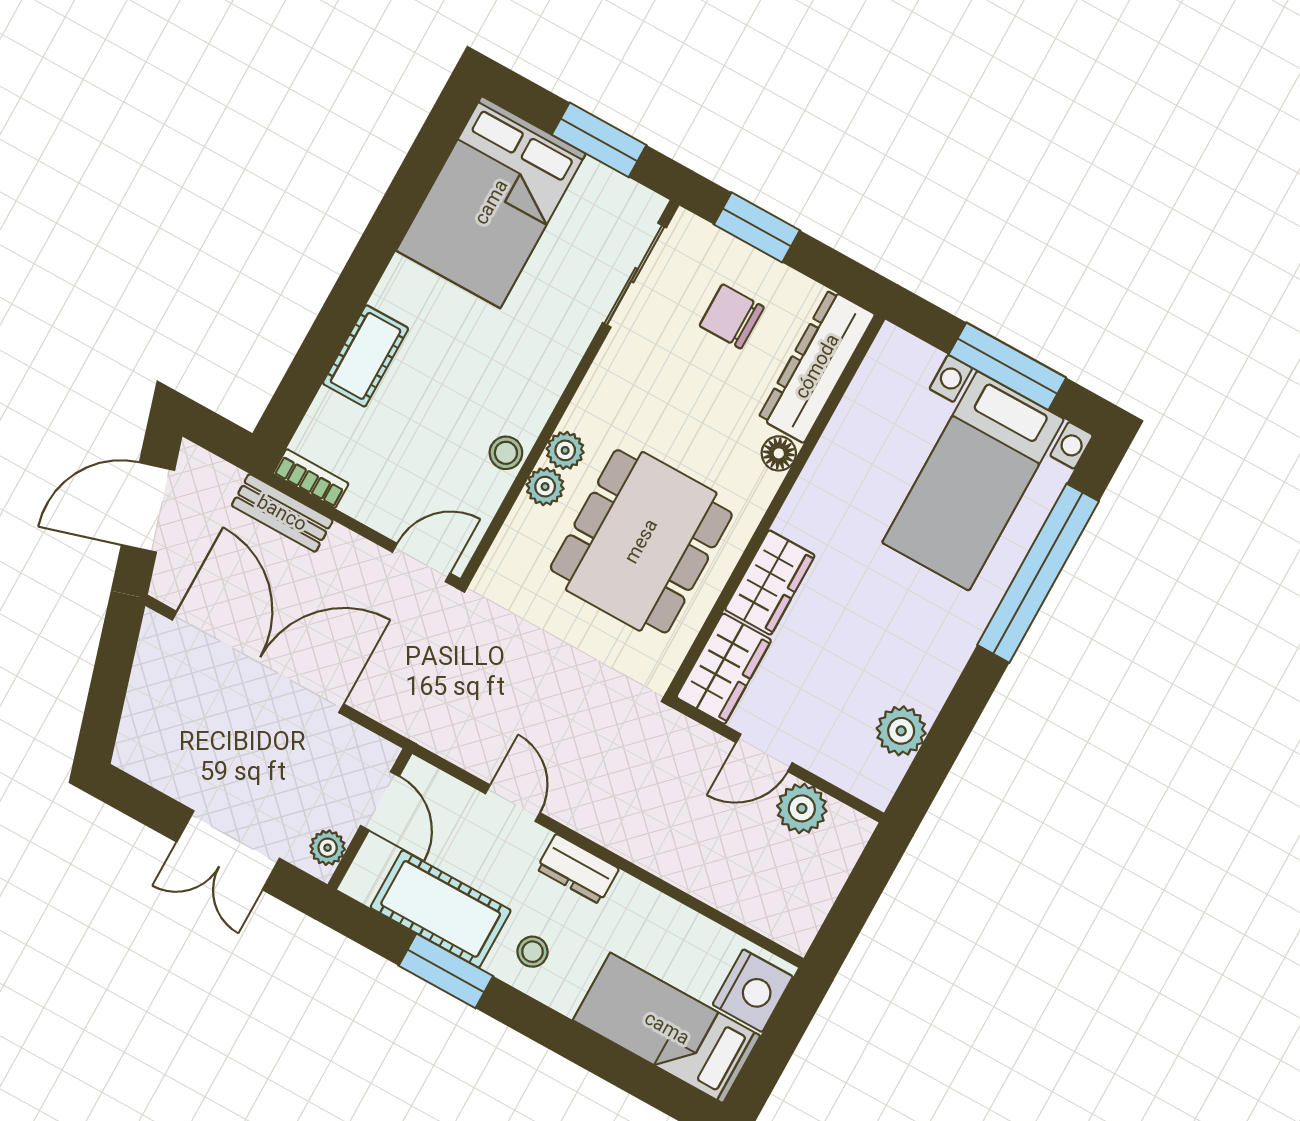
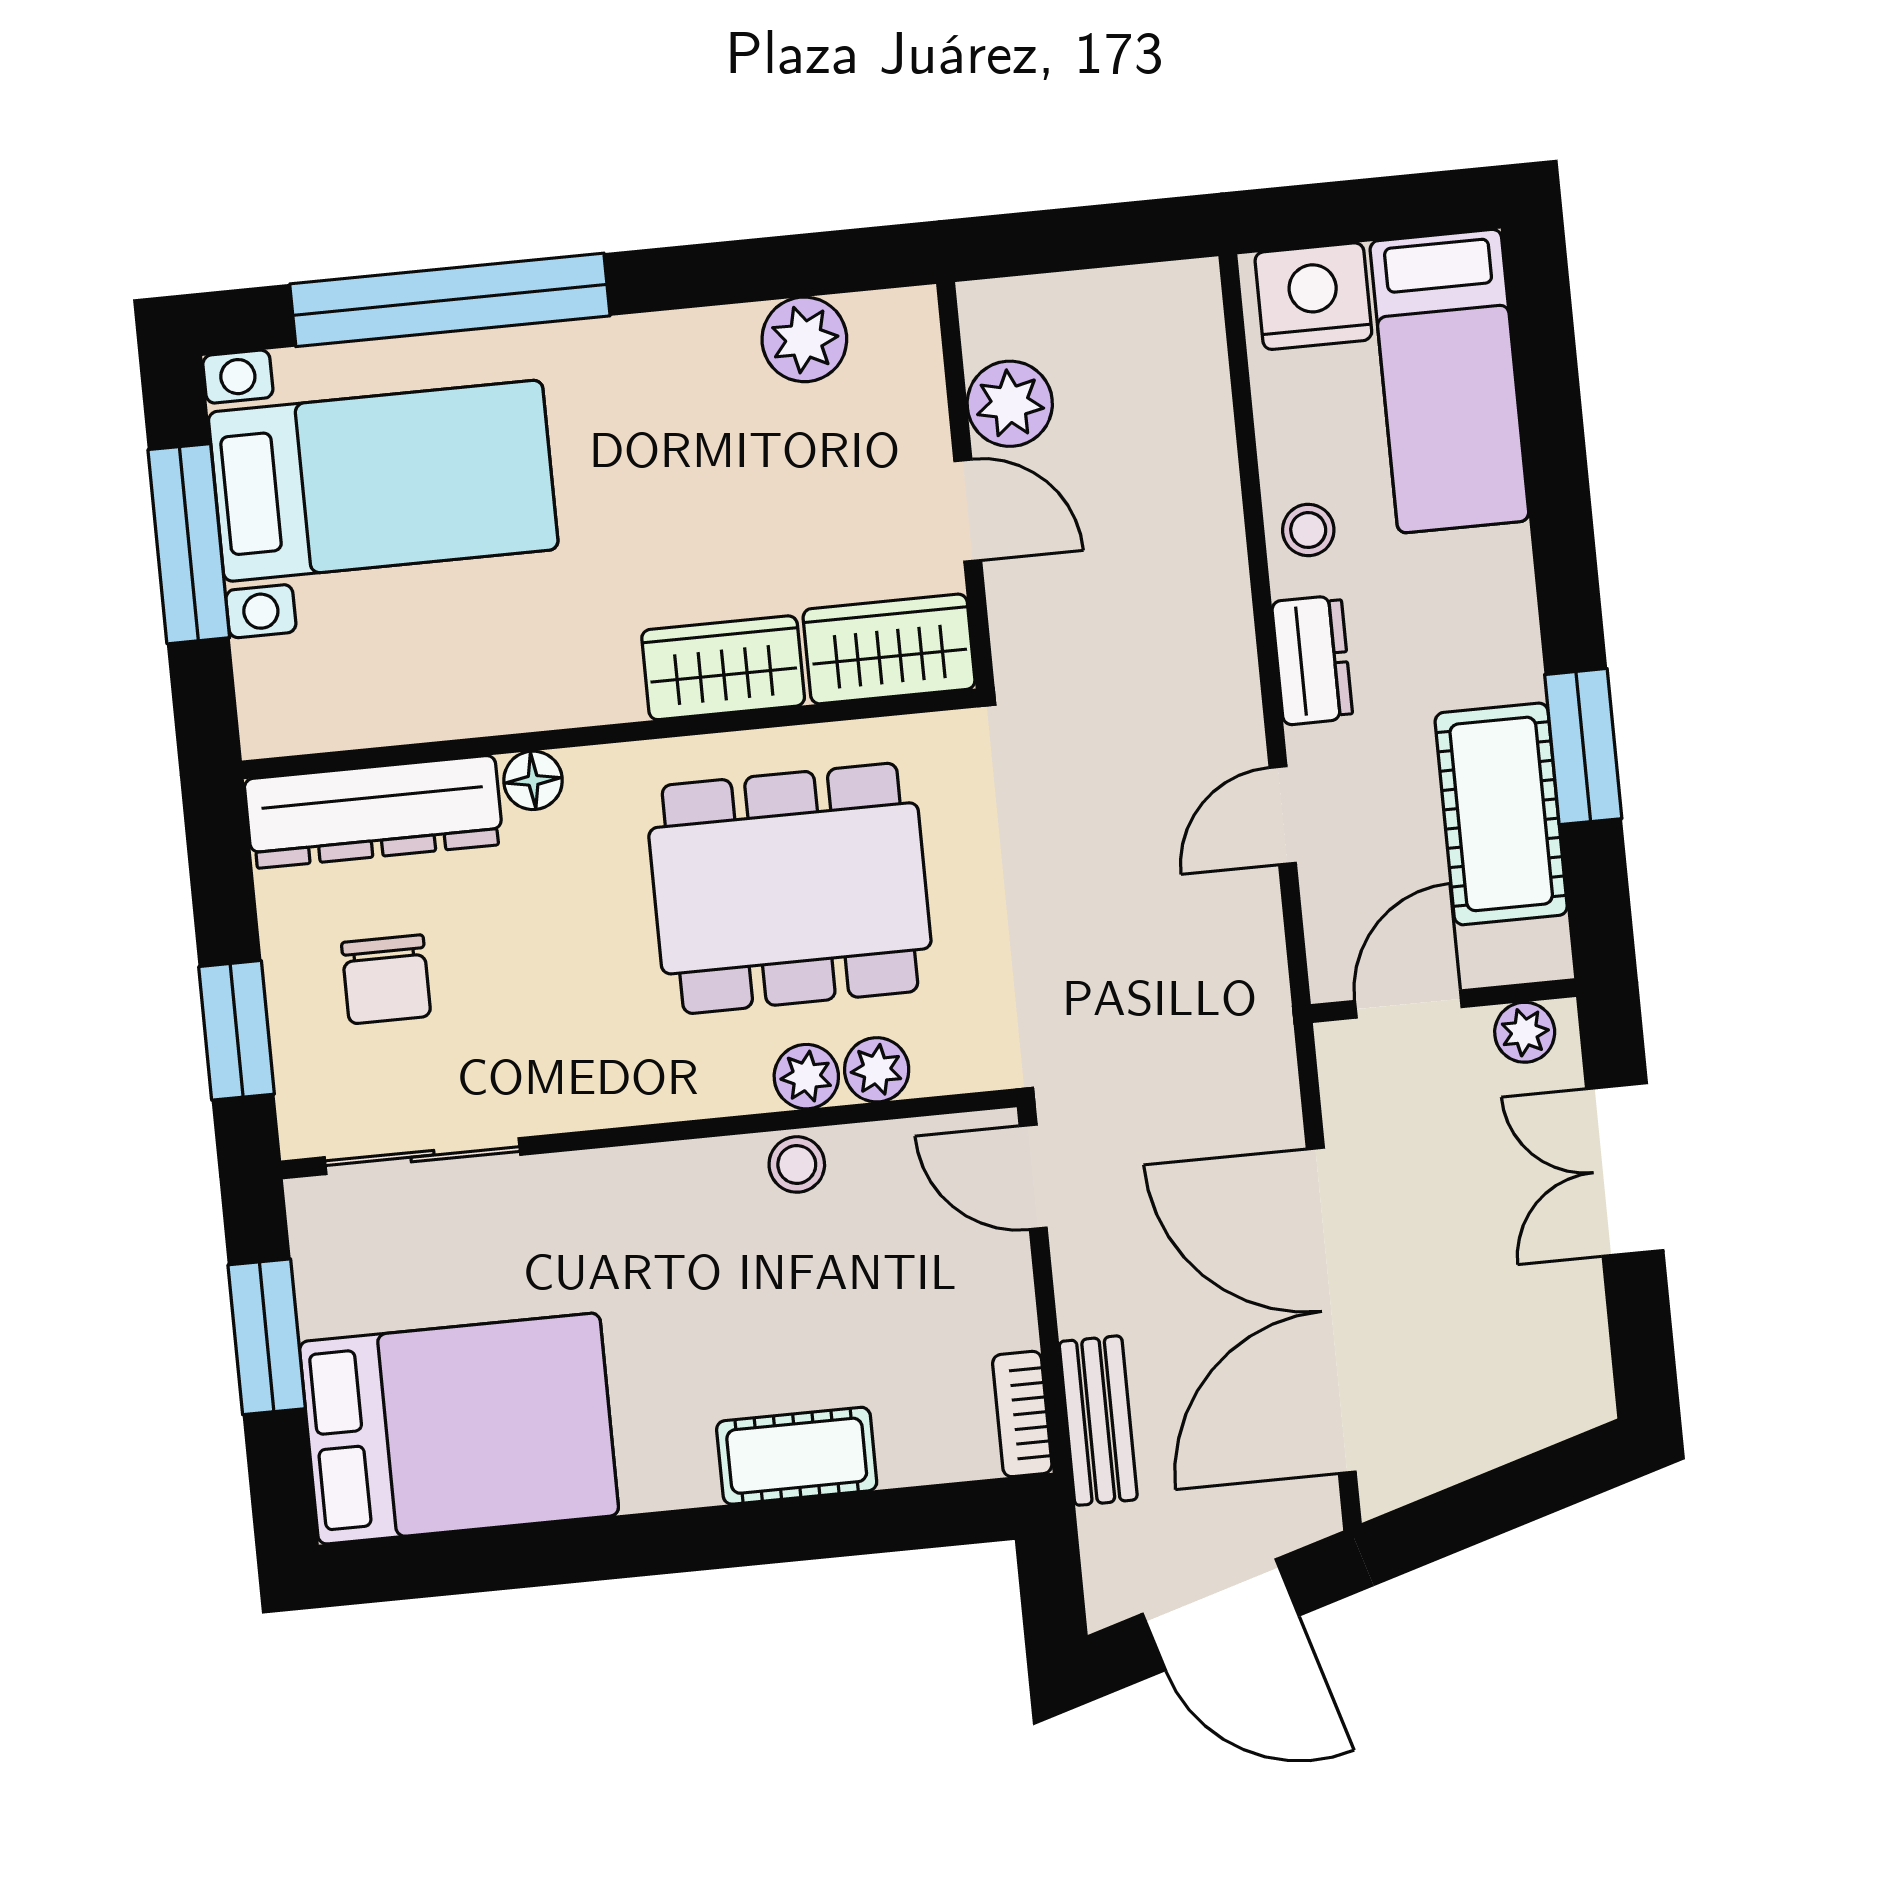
plant: (565, 450) -> (877, 1070), moved
double door: (228, 850) -> (1625, 1170), swing flipped
stool: (532, 952) -> (1308, 530), moved

